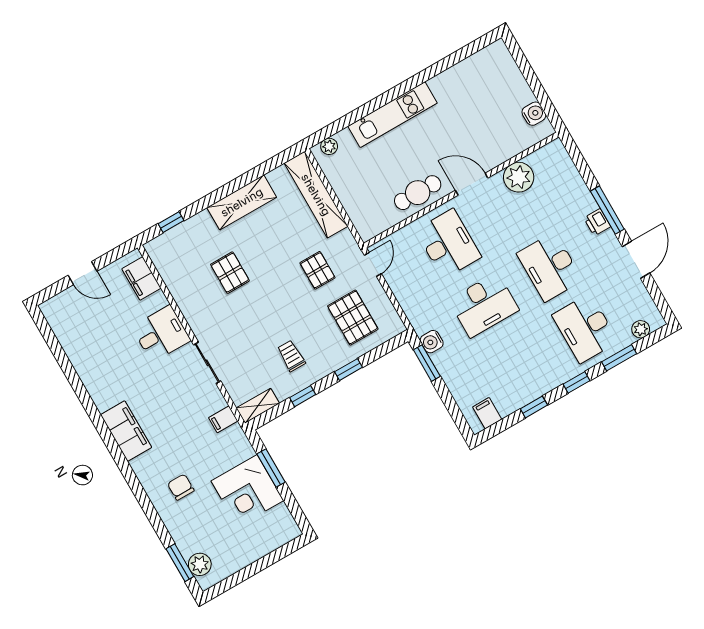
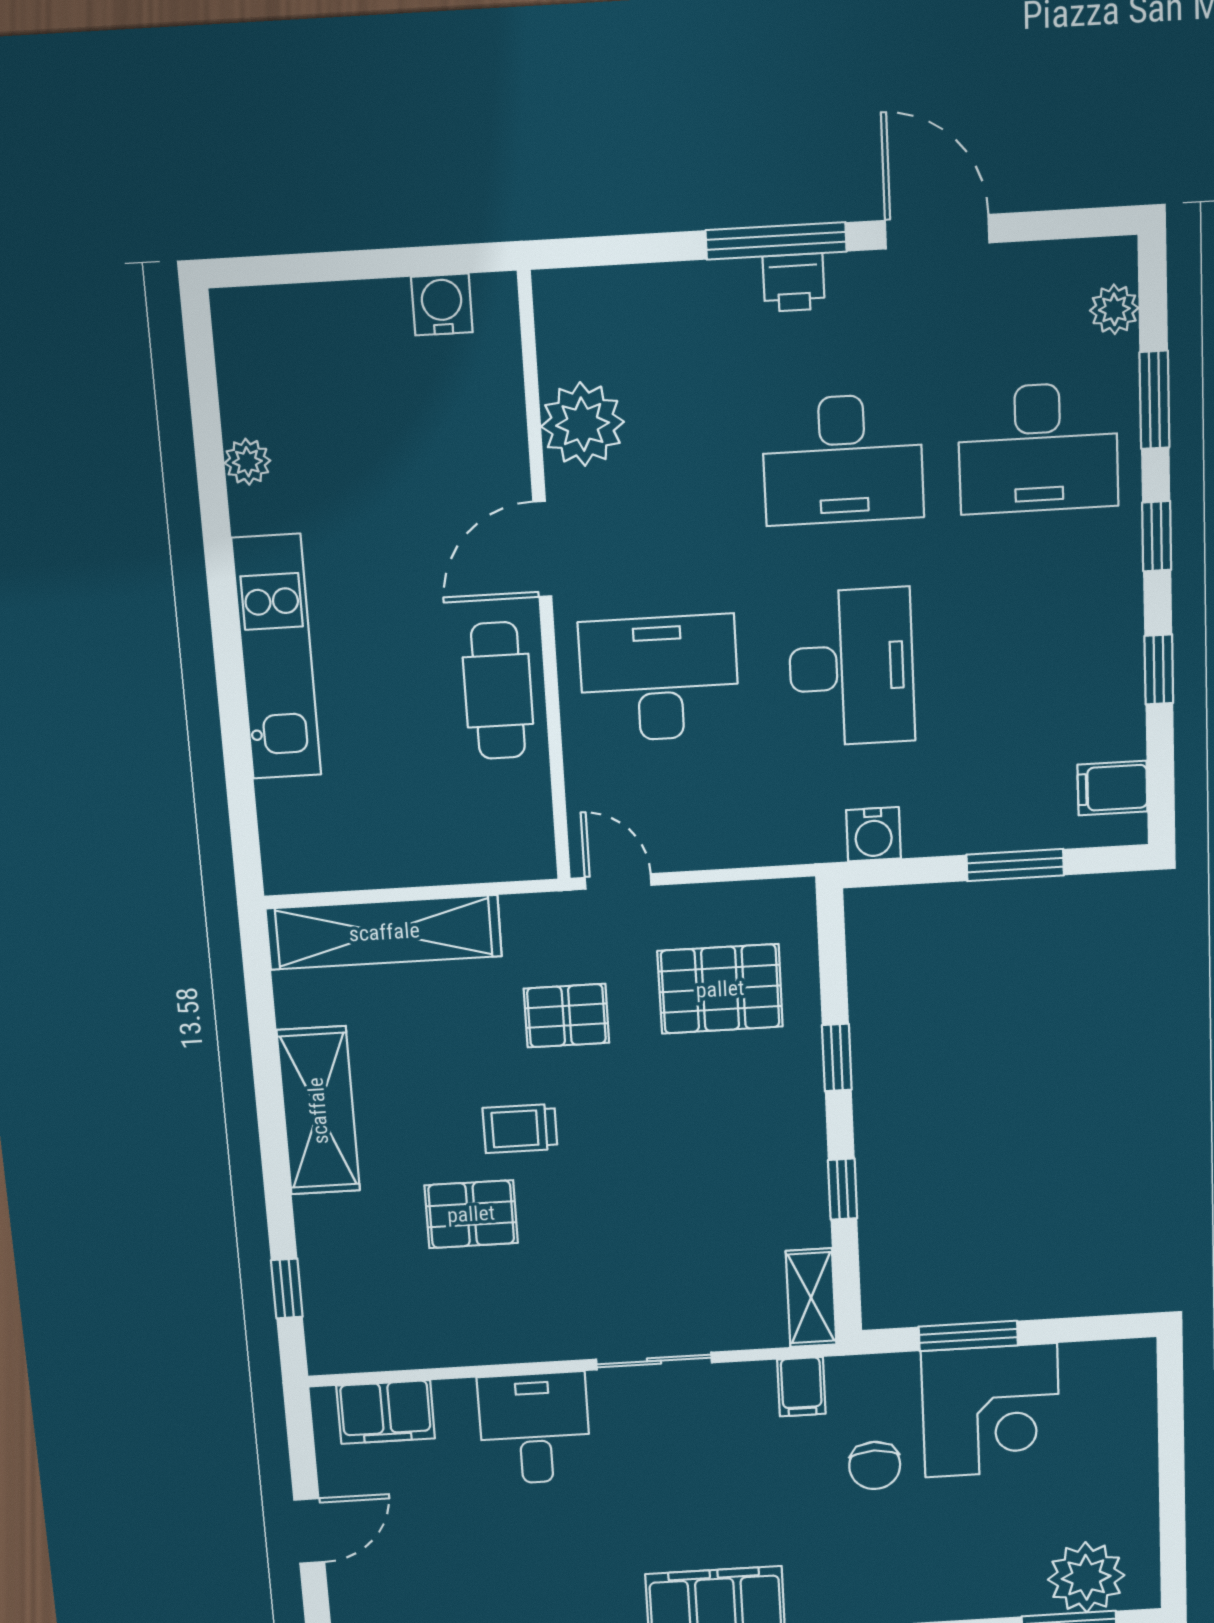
plant: (329, 146) -> (247, 462), moved
trolley: (291, 356) -> (520, 1129), moved
window: (427, 363) -> (1015, 865), moved
chair: (181, 487) -> (875, 1465), moved, turned -90
plant: (200, 564) -> (1086, 1577), width x1.36, depth x1.36

